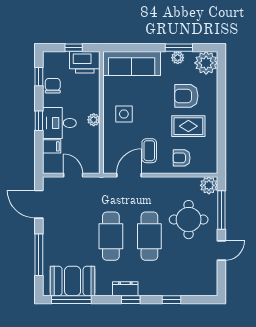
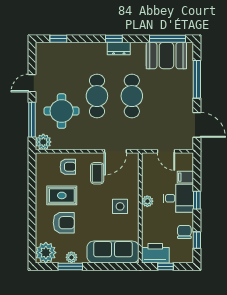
chair: (53, 86) -> (184, 232), turned 180
window: (171, 300) -> (58, 39), moved

